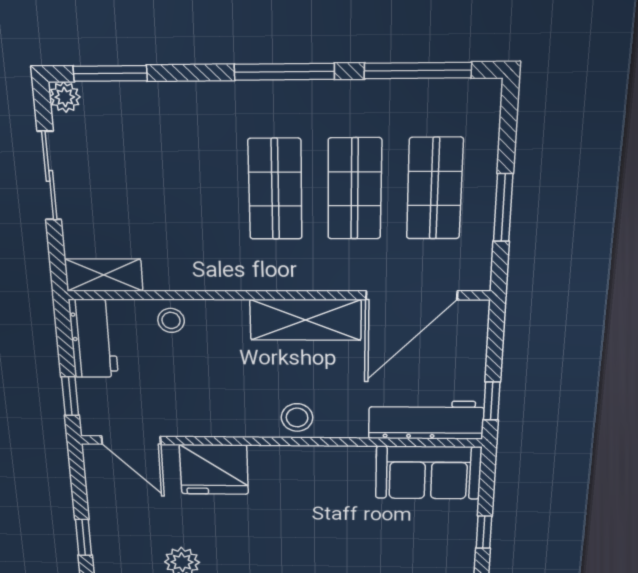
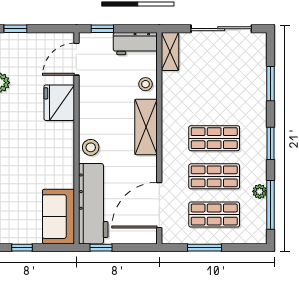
window: (284, 72) -> (271, 143), width x0.69
window: (110, 73) -> (271, 84), moved
plant: (65, 97) -> (260, 191), moved
sliding door: (49, 176) -> (221, 29), width x1.37
door: (412, 295) -> (159, 205), hinge flipped
shelving: (306, 320) -> (146, 127), moved
workbench: (426, 420) -> (93, 204), width x1.36, depth x1.32

